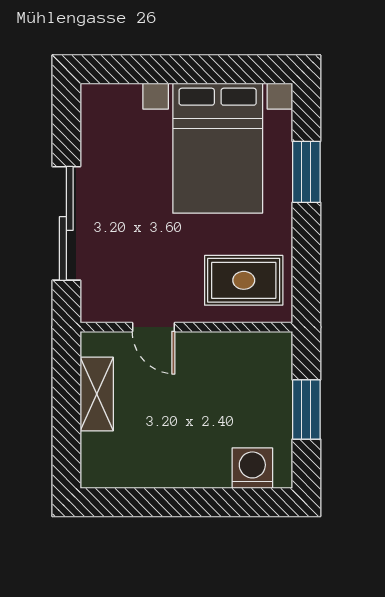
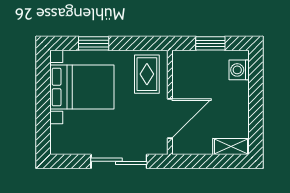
door: (154, 327) -> (170, 118), width x1.88
shelving: (97, 394) -> (231, 146), moved

